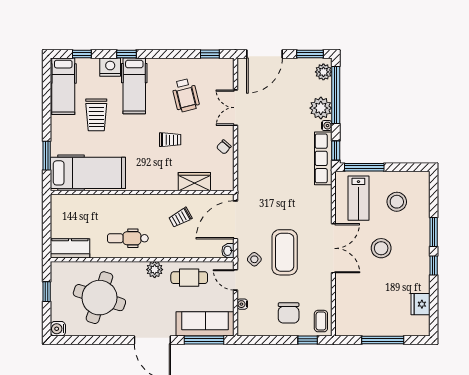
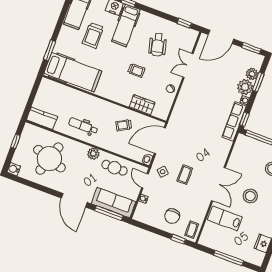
plant: (323, 72) -> (252, 74), moved
window: (336, 95) -> (258, 82), width x0.47
lab bench: (358, 198) -> (225, 218), moved, turned 90
coffee table: (285, 252) -> (185, 175), width x0.54, depth x0.58

